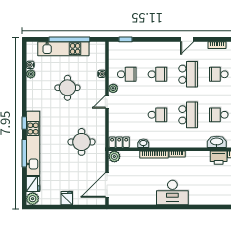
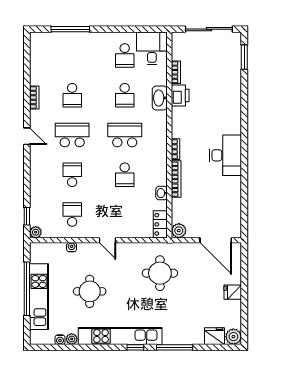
plant: (113, 88) -> (36, 232), moved
school desk: (157, 115) -> (125, 175), turned 180
kitchen unit: (33, 143) -> (120, 336), moved

